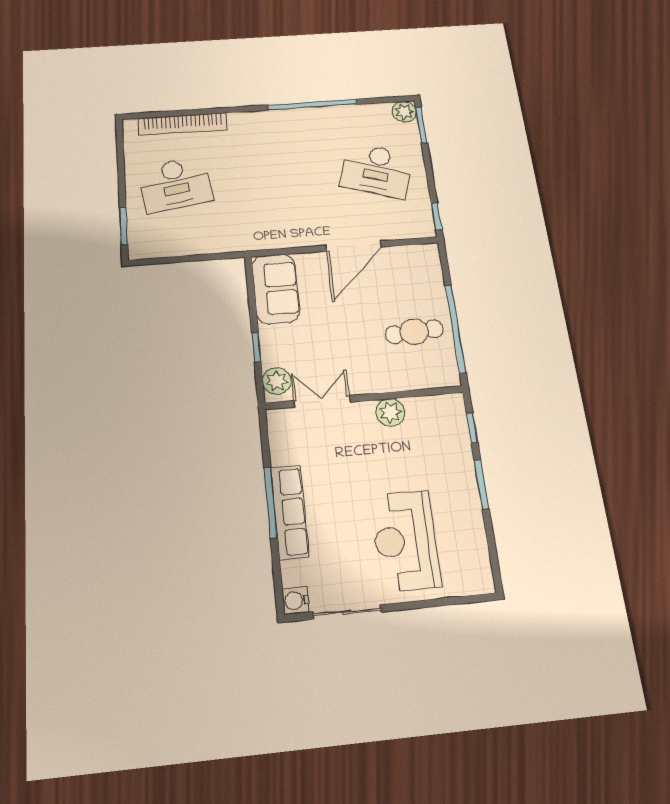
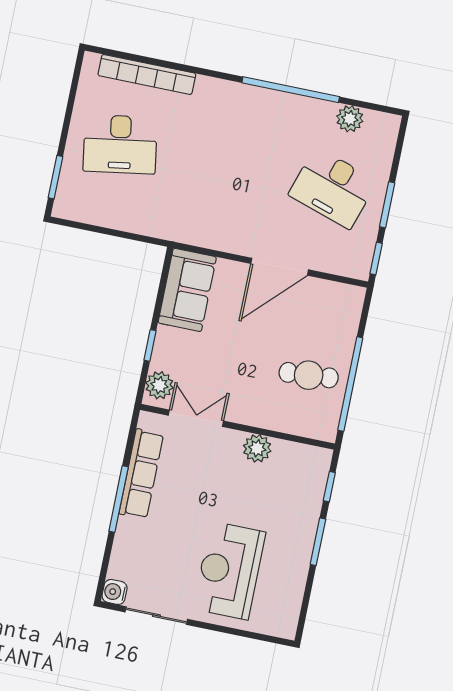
plant: (404, 112) -> (350, 119), moved
window: (421, 125) -> (387, 205), moved
row of seats: (290, 512) -> (141, 474), moved

